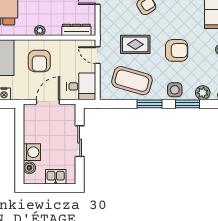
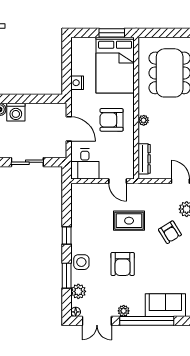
rug: (135, 44) -> (129, 221), turned 90
door: (98, 55) -> (118, 181), swing flipped
coffee table: (132, 81) -> (91, 217), removed
window: (150, 104) -> (67, 236), width x0.67

